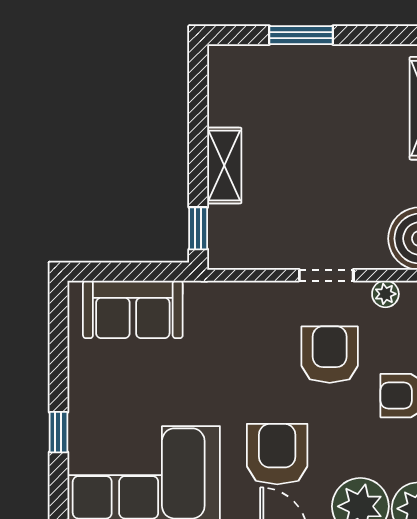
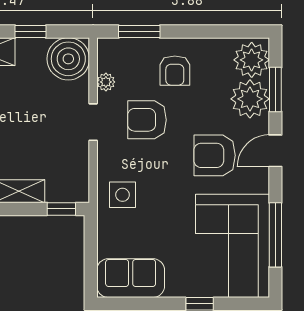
sofa: (133, 309) -> (131, 278), moved, turned -90
side table: (219, 318) -> (122, 195), added

